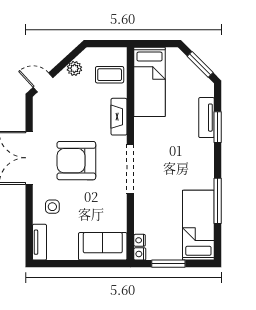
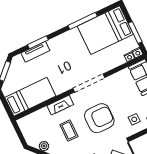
coffee table: (110, 75) -> (69, 131), moved
armchair: (76, 161) -> (99, 118), turned -90
bed: (198, 225) -> (105, 30), width x1.50

